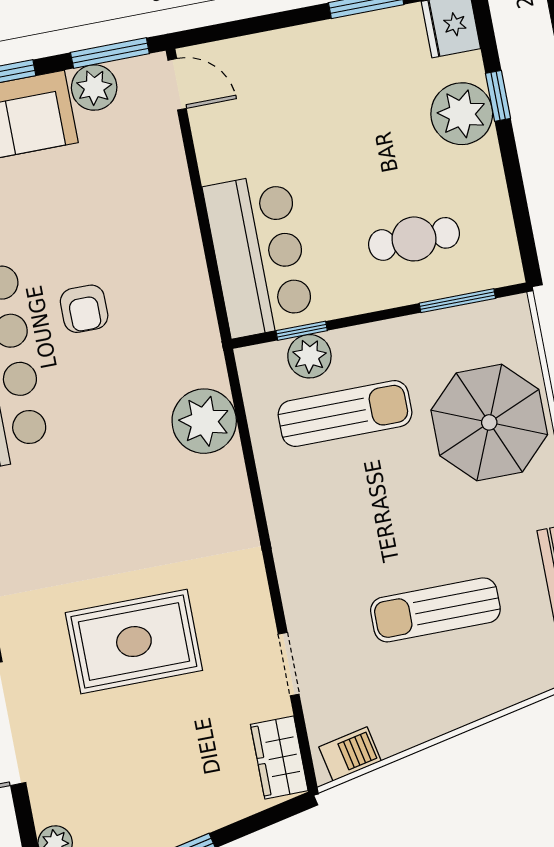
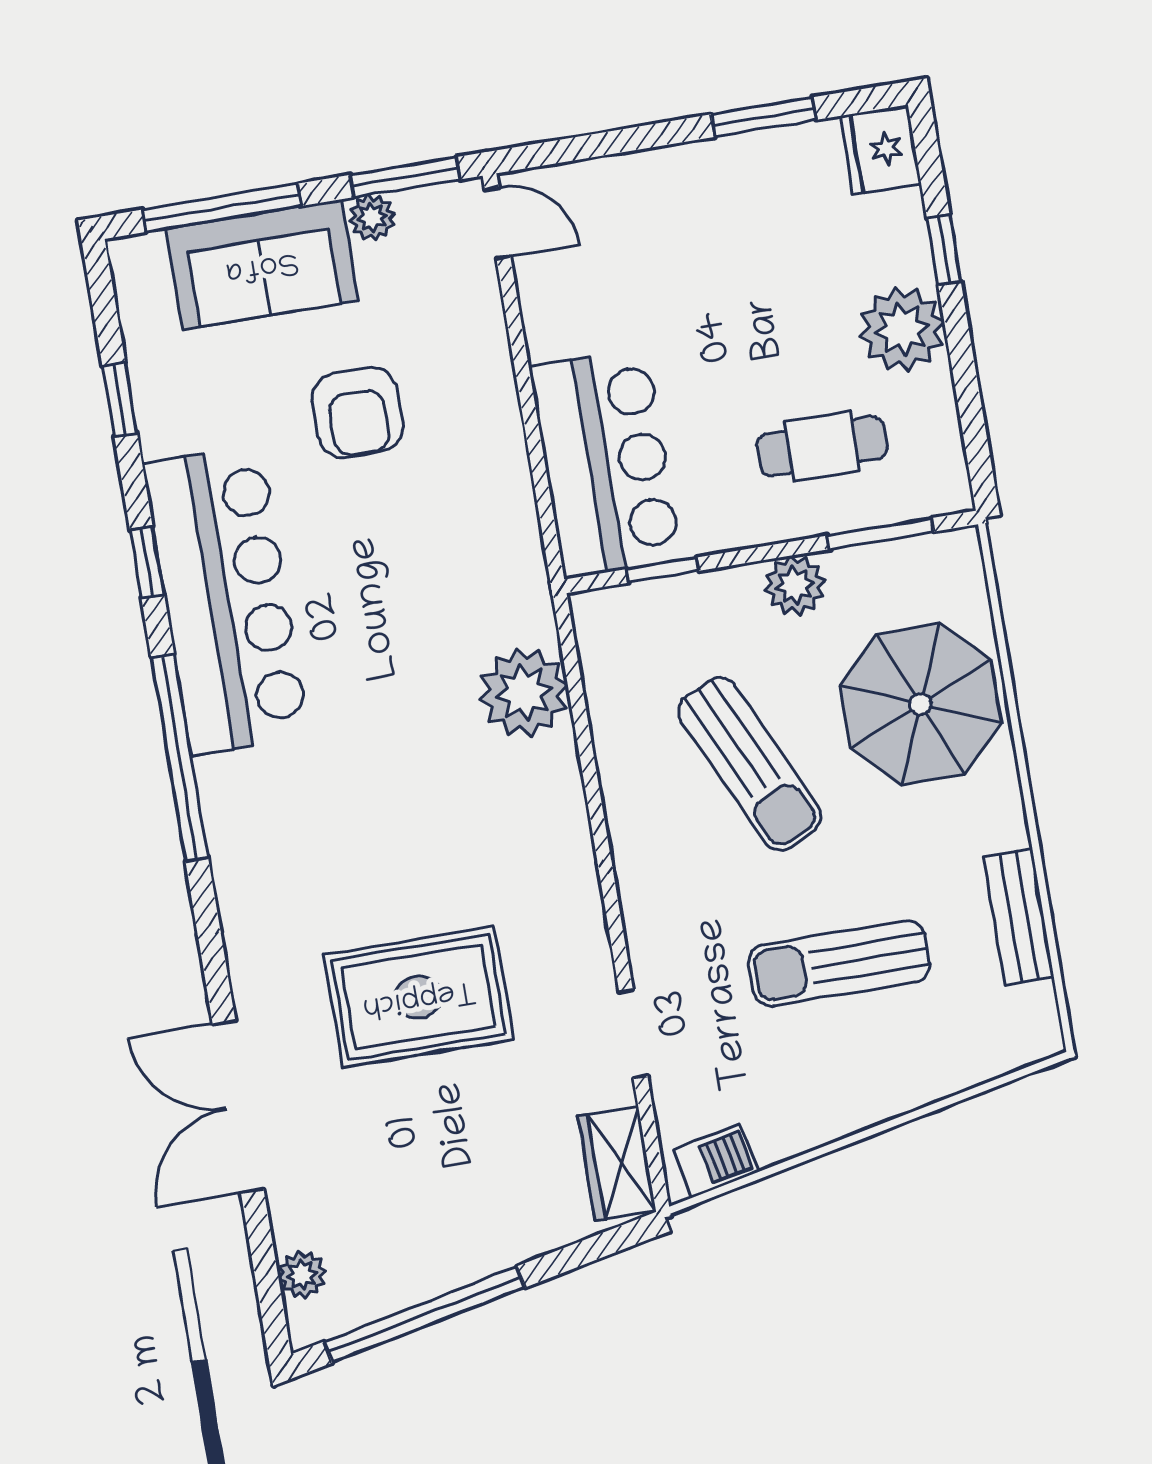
plant: (94, 88) -> (372, 217), width x0.73, depth x0.73
plant: (462, 114) -> (902, 329), moved
armchair: (84, 309) -> (357, 413), moved, width x1.38, depth x1.38
plant: (309, 356) -> (795, 585), moved
sun lounger: (345, 414) -> (750, 764), moved, turned 65

